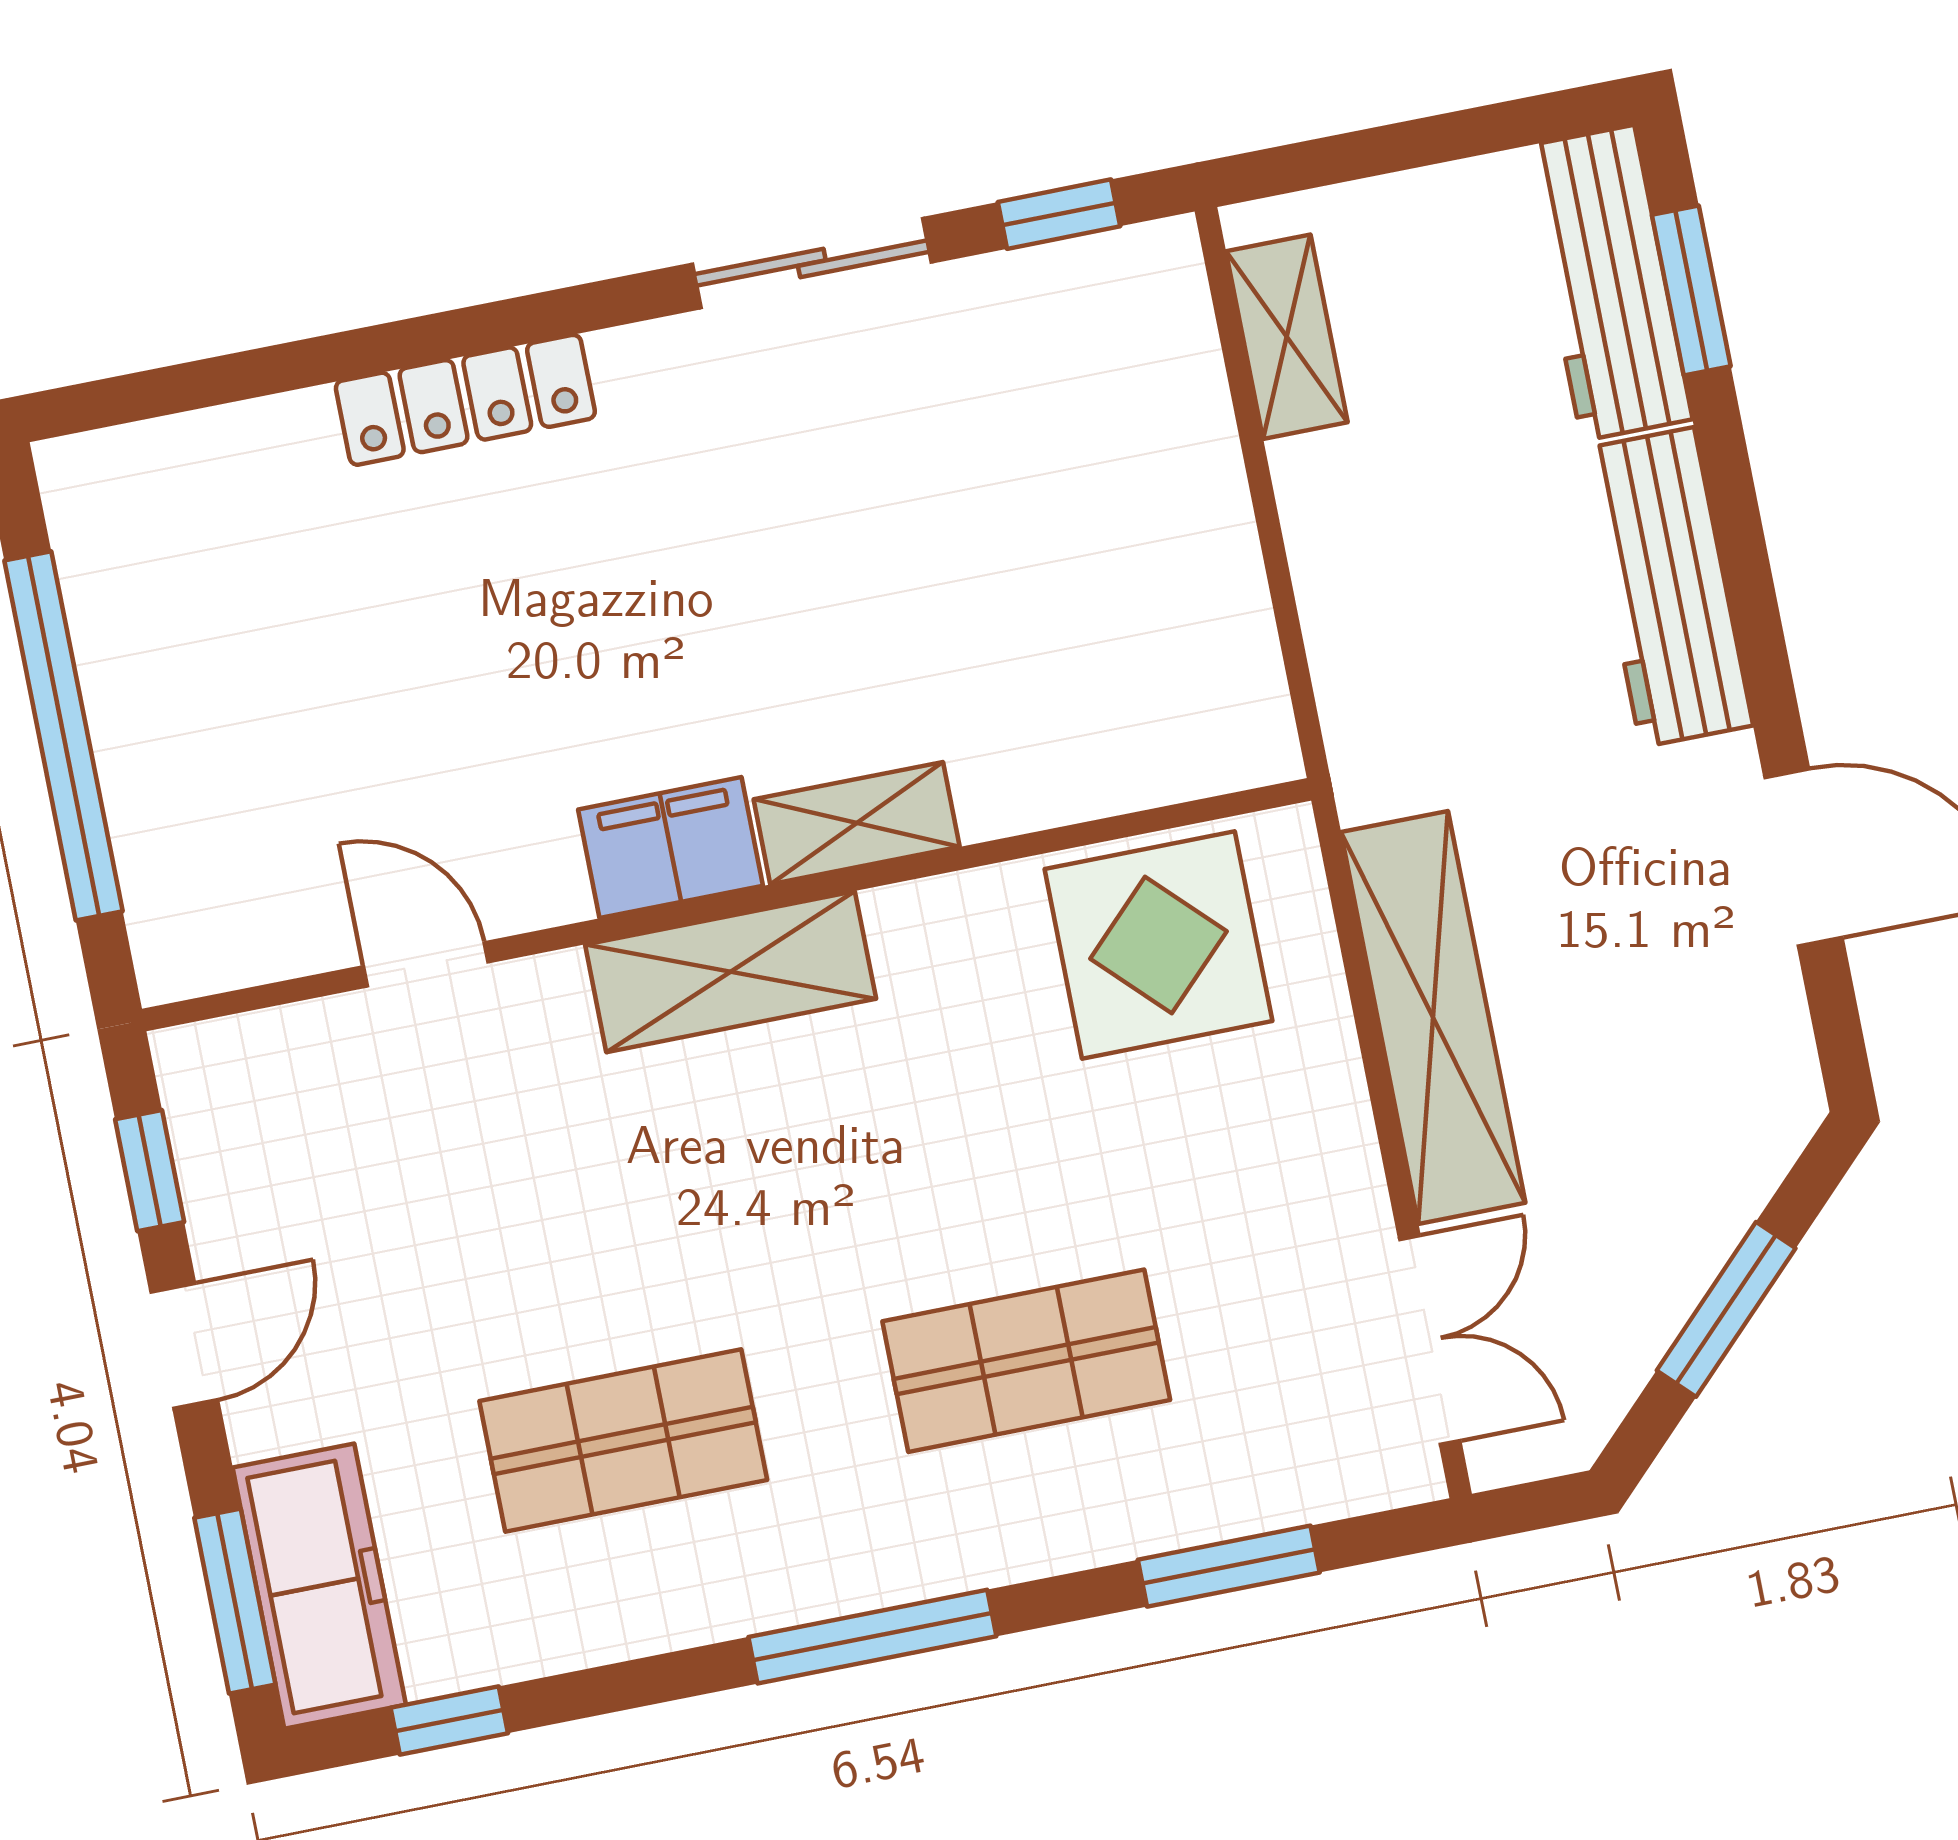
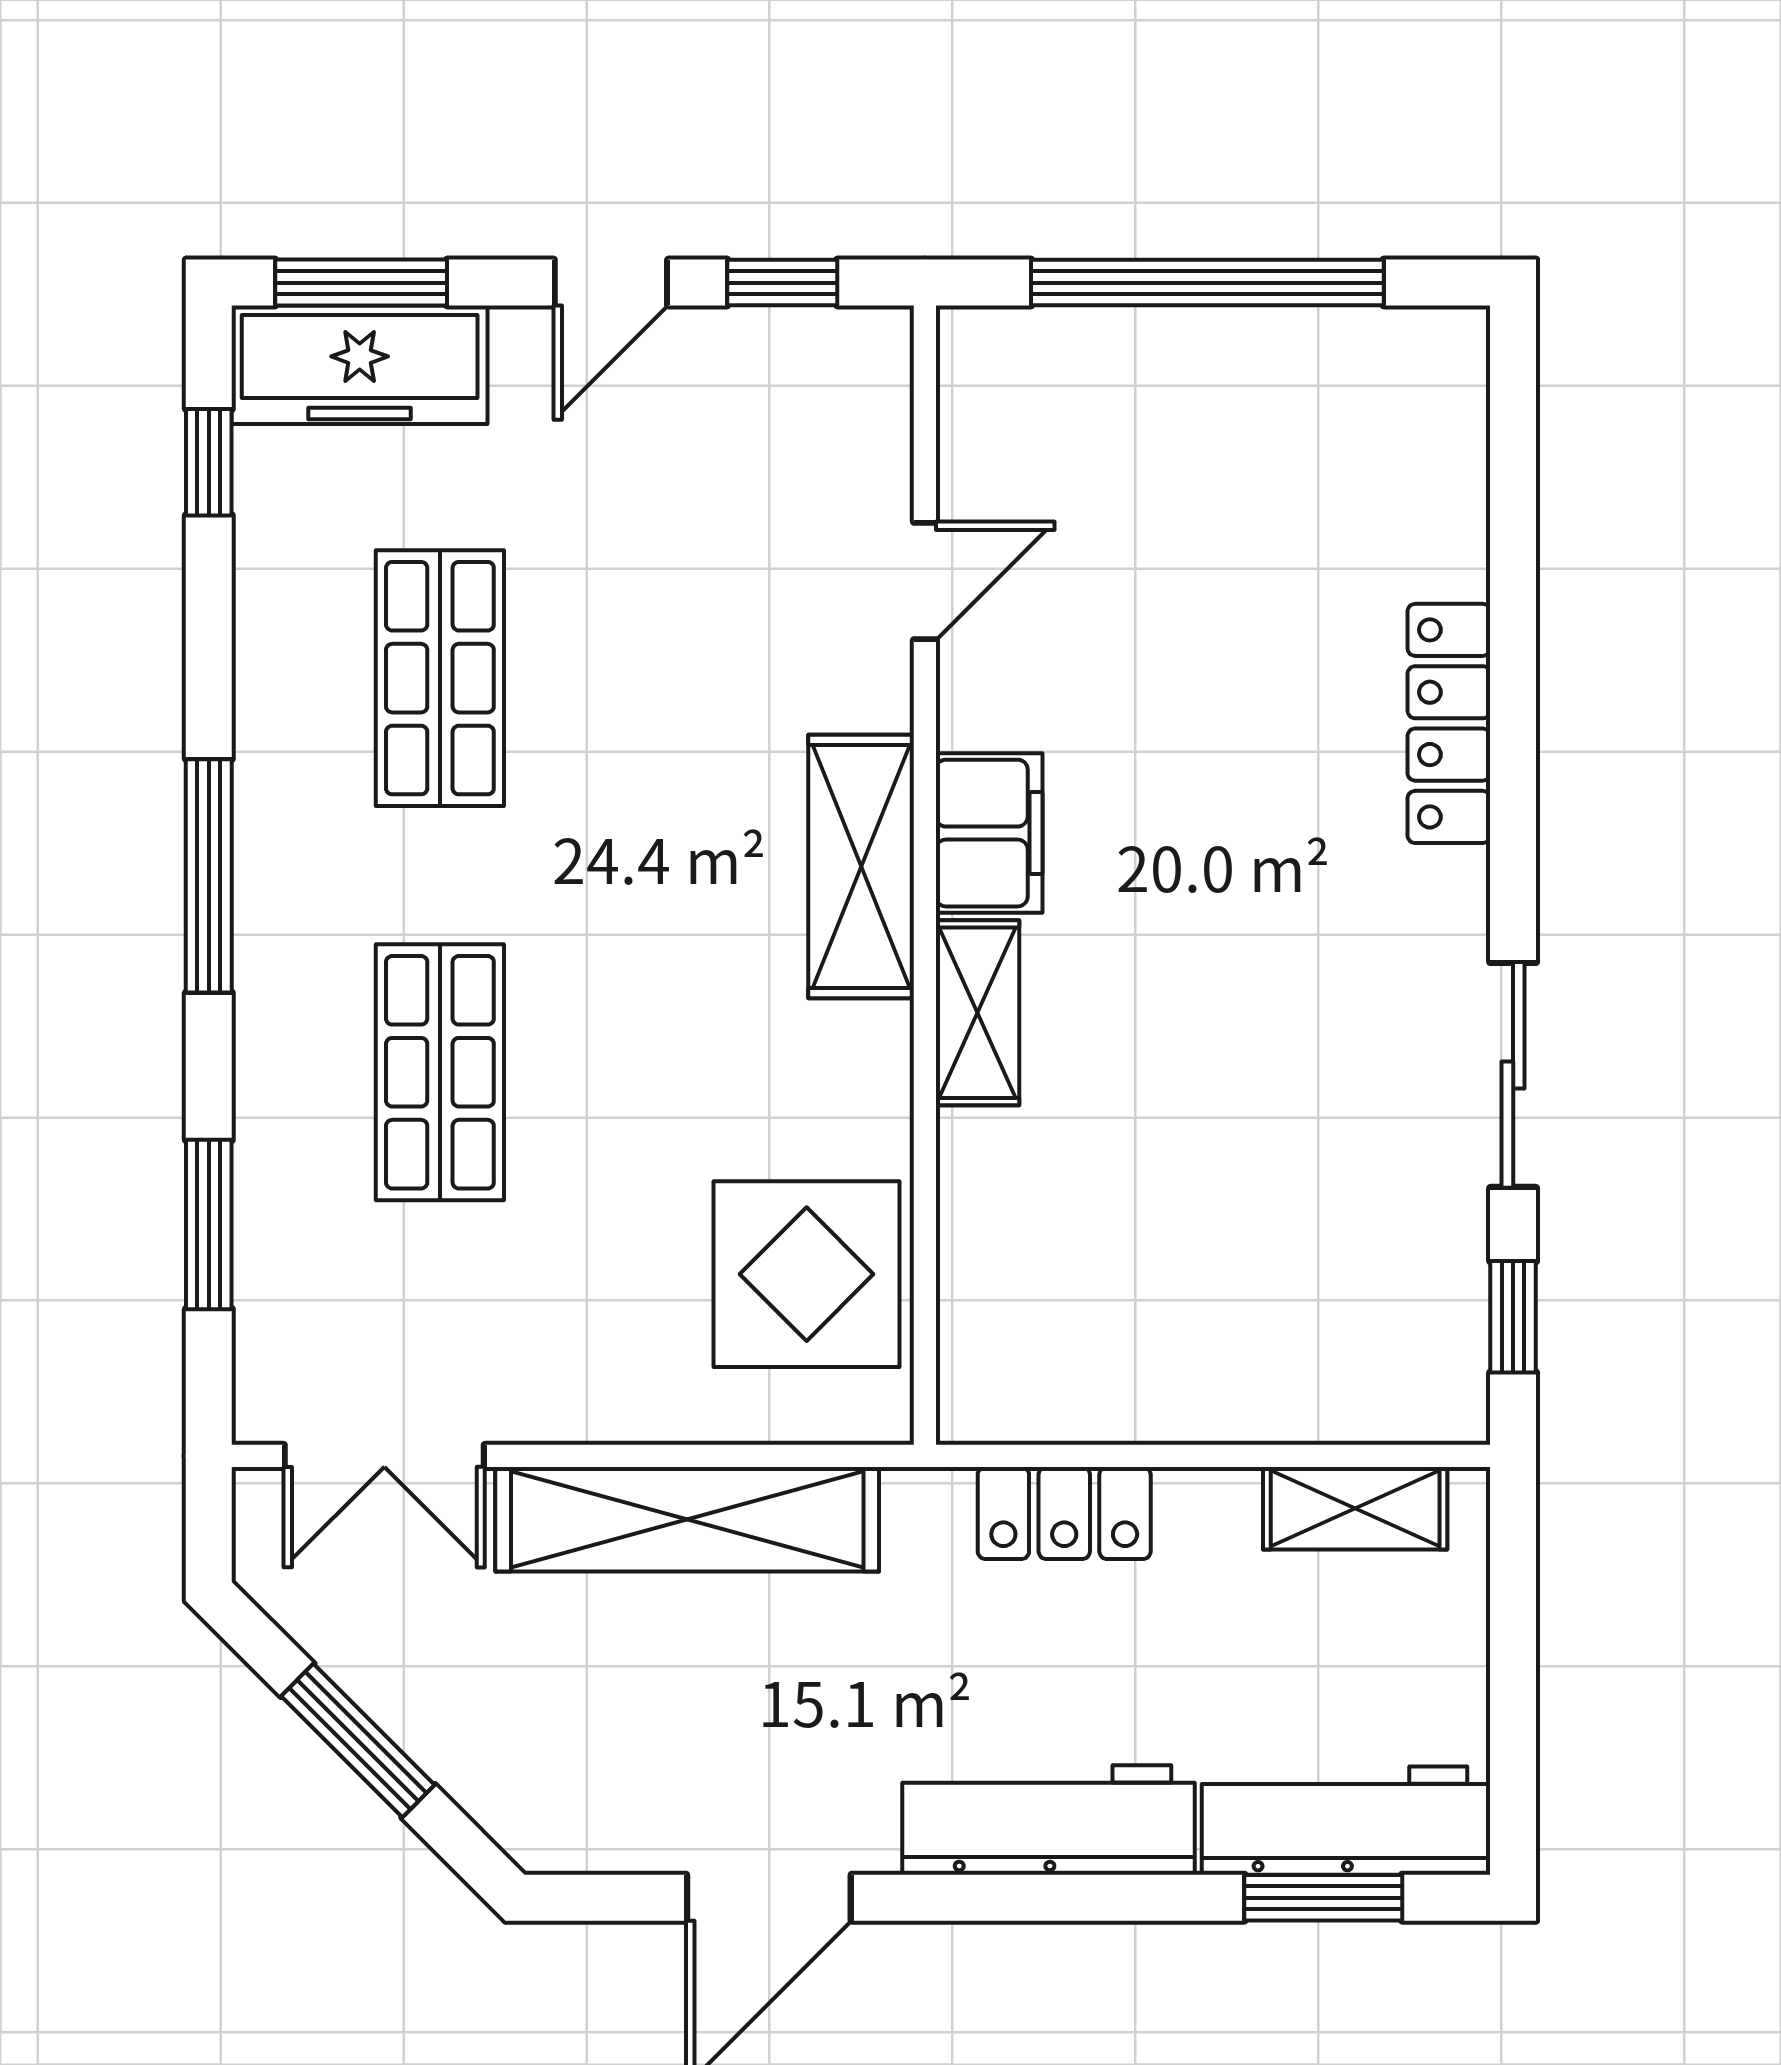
locker: (1350, 633) -> (1064, 1513), added
door: (184, 1346) -> (611, 283), hinge flipped

